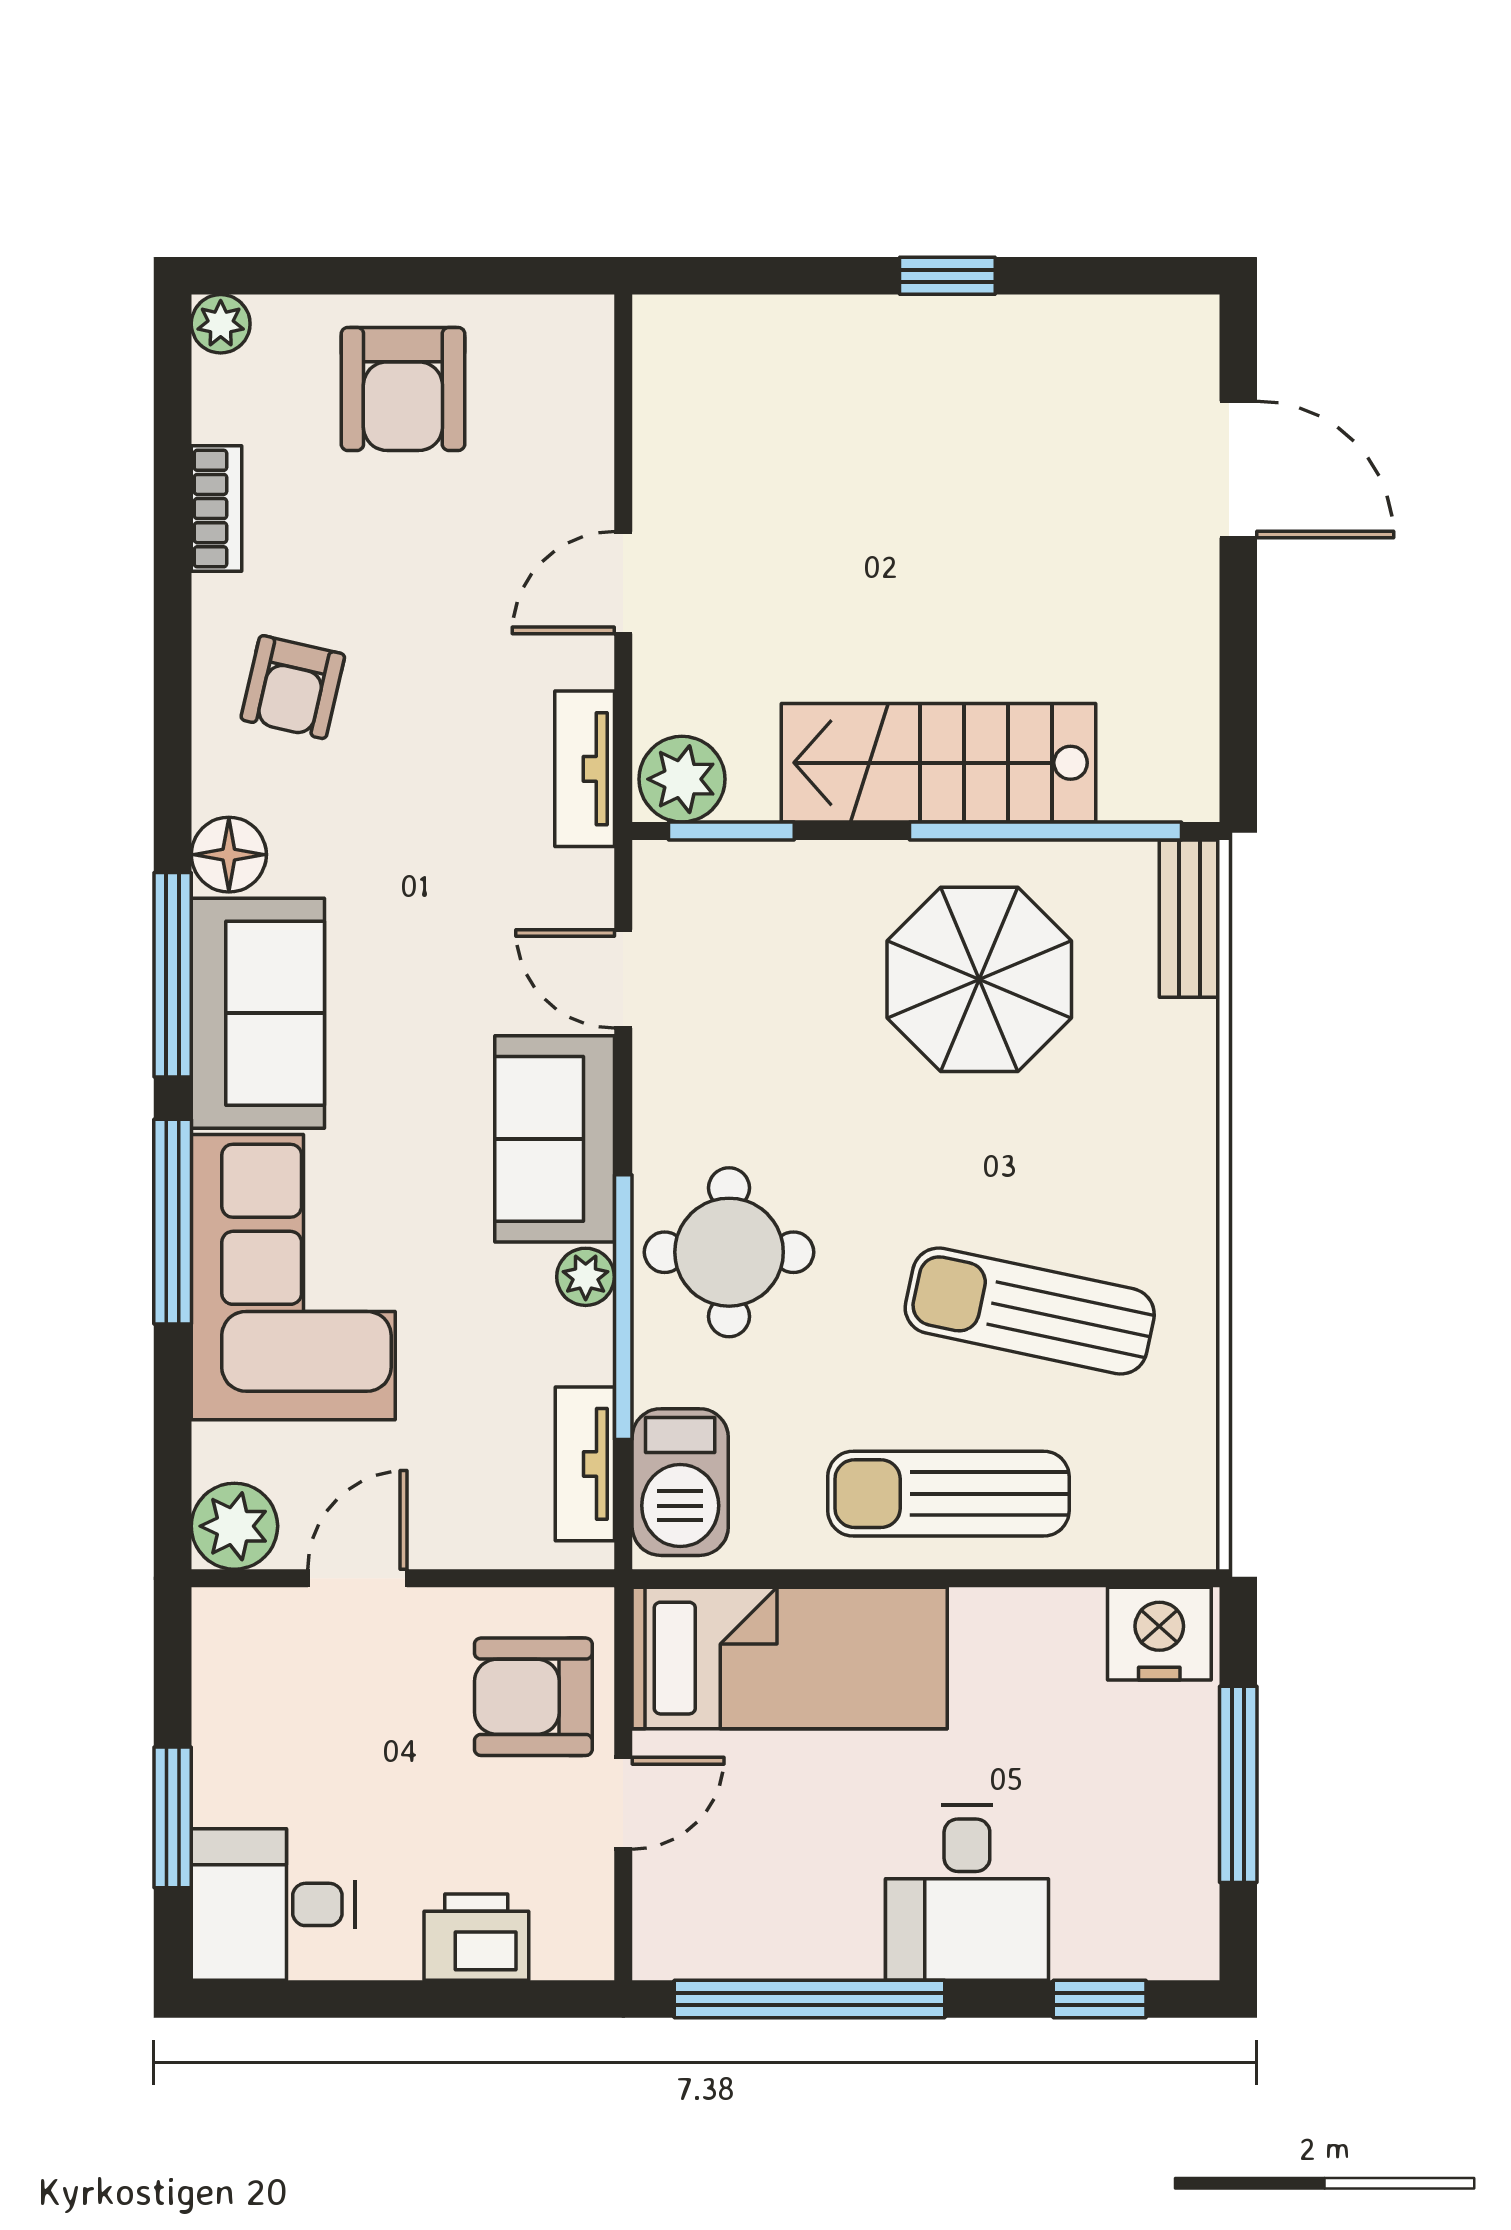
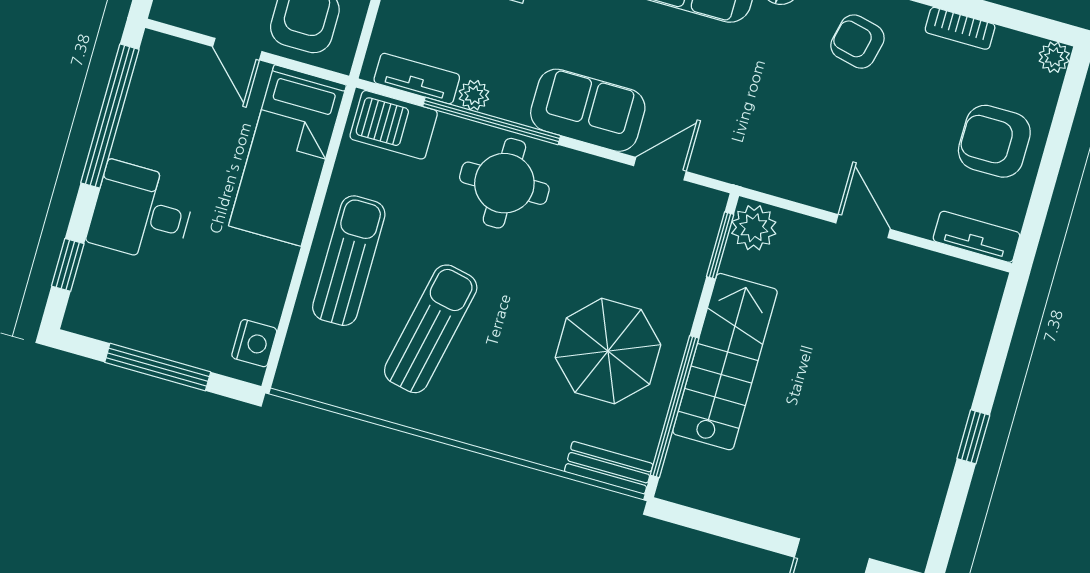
tv unit: (585, 769) -> (976, 237), moved
plant: (586, 1277) -> (474, 95), moved
nightstand: (1159, 1634) -> (254, 343), width x0.74, depth x0.75

